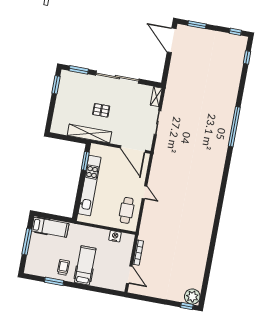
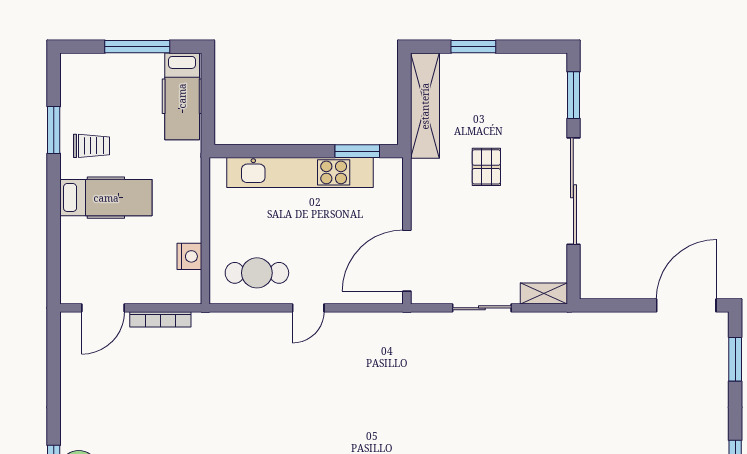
window: (56, 85) -> (473, 47), moved
shelving: (89, 134) -> (425, 106), moved

